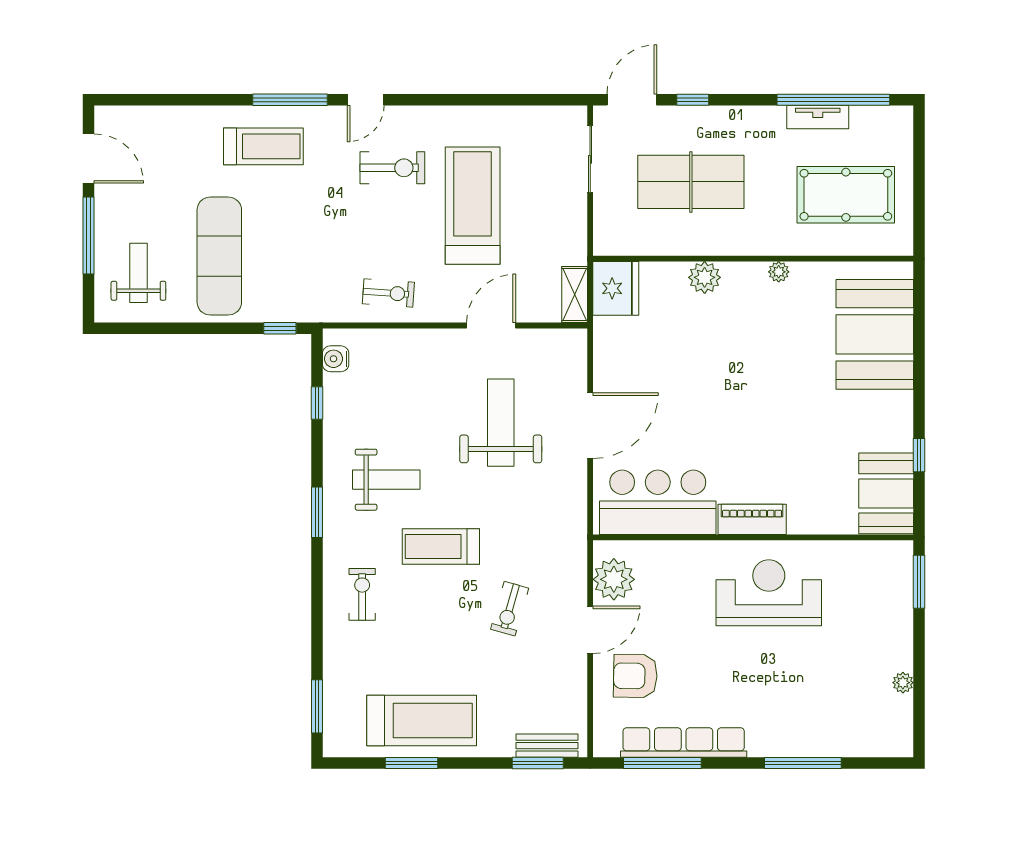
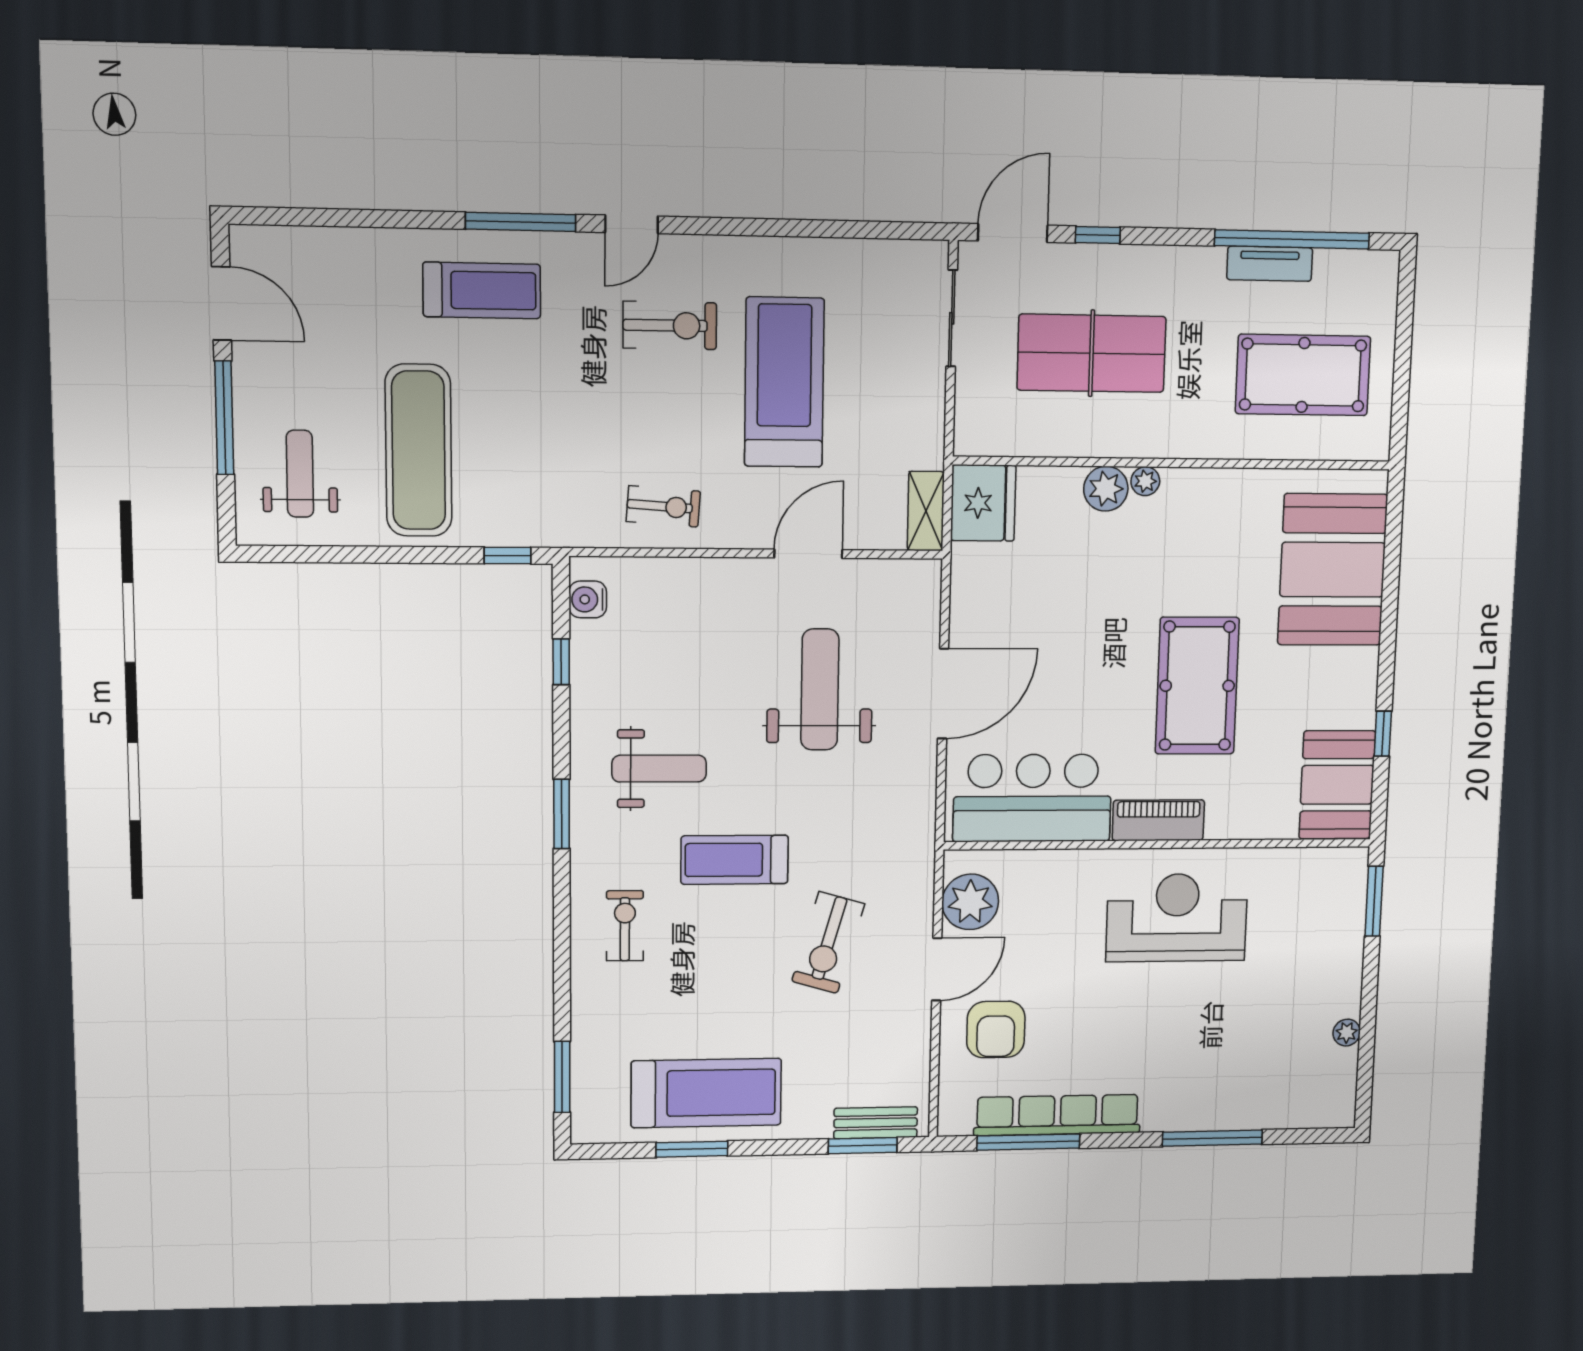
plant: (779, 272) -> (1145, 481), moved
pool table: (777, 420) -> (1197, 686), added
exercise bike: (510, 609) -> (828, 943), width x1.38, depth x1.39
armchair: (635, 676) -> (996, 1030), turned -91

